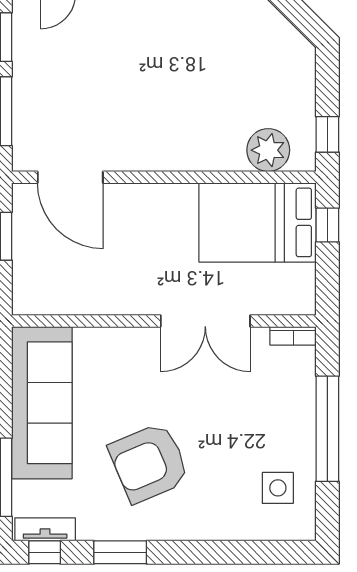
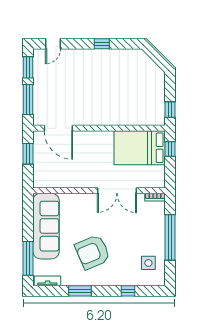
plant: (268, 150) -> (144, 116), removed
window: (45, 552) -> (128, 291), moved

